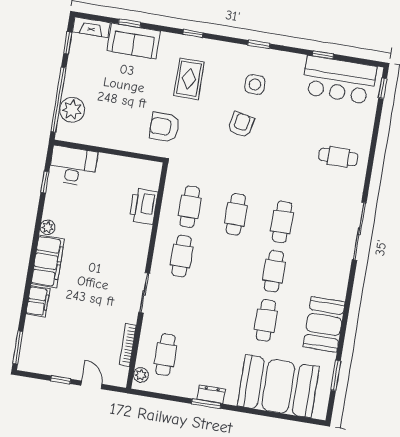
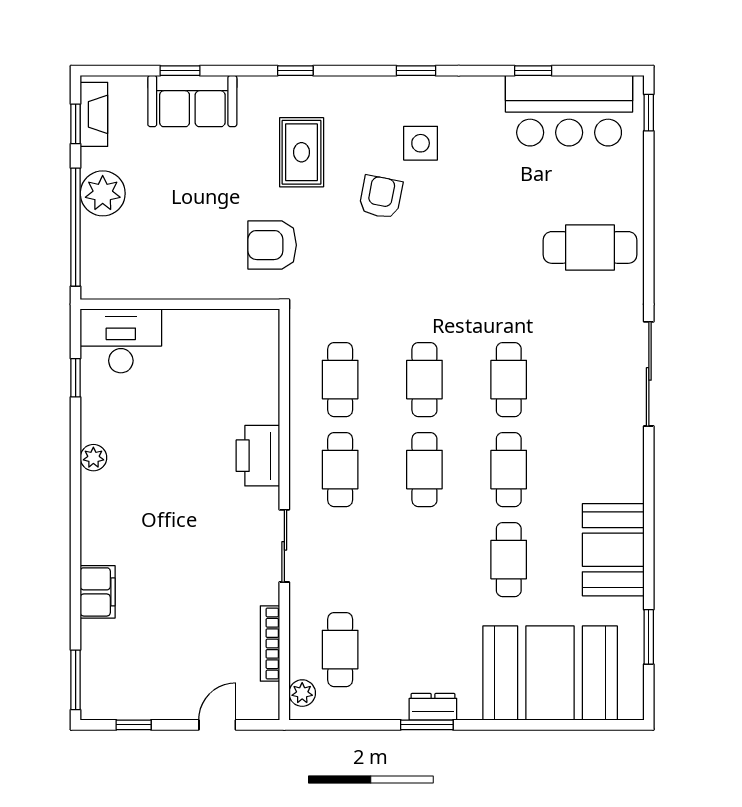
fireplace: (92, 27) -> (94, 114), moved, turned -90
plant: (72, 110) -> (103, 193), moved
armchair: (241, 125) -> (381, 197), moved
cafe table: (338, 157) -> (590, 247), width x1.37, depth x1.35
printer: (144, 206) -> (258, 456), moved
filing cabinet: (48, 261) -> (104, 518), removed
cafe table: (228, 264) -> (424, 470), added
window: (61, 380) -> (134, 725), moved
door: (91, 385) -> (217, 725), hinge flipped

